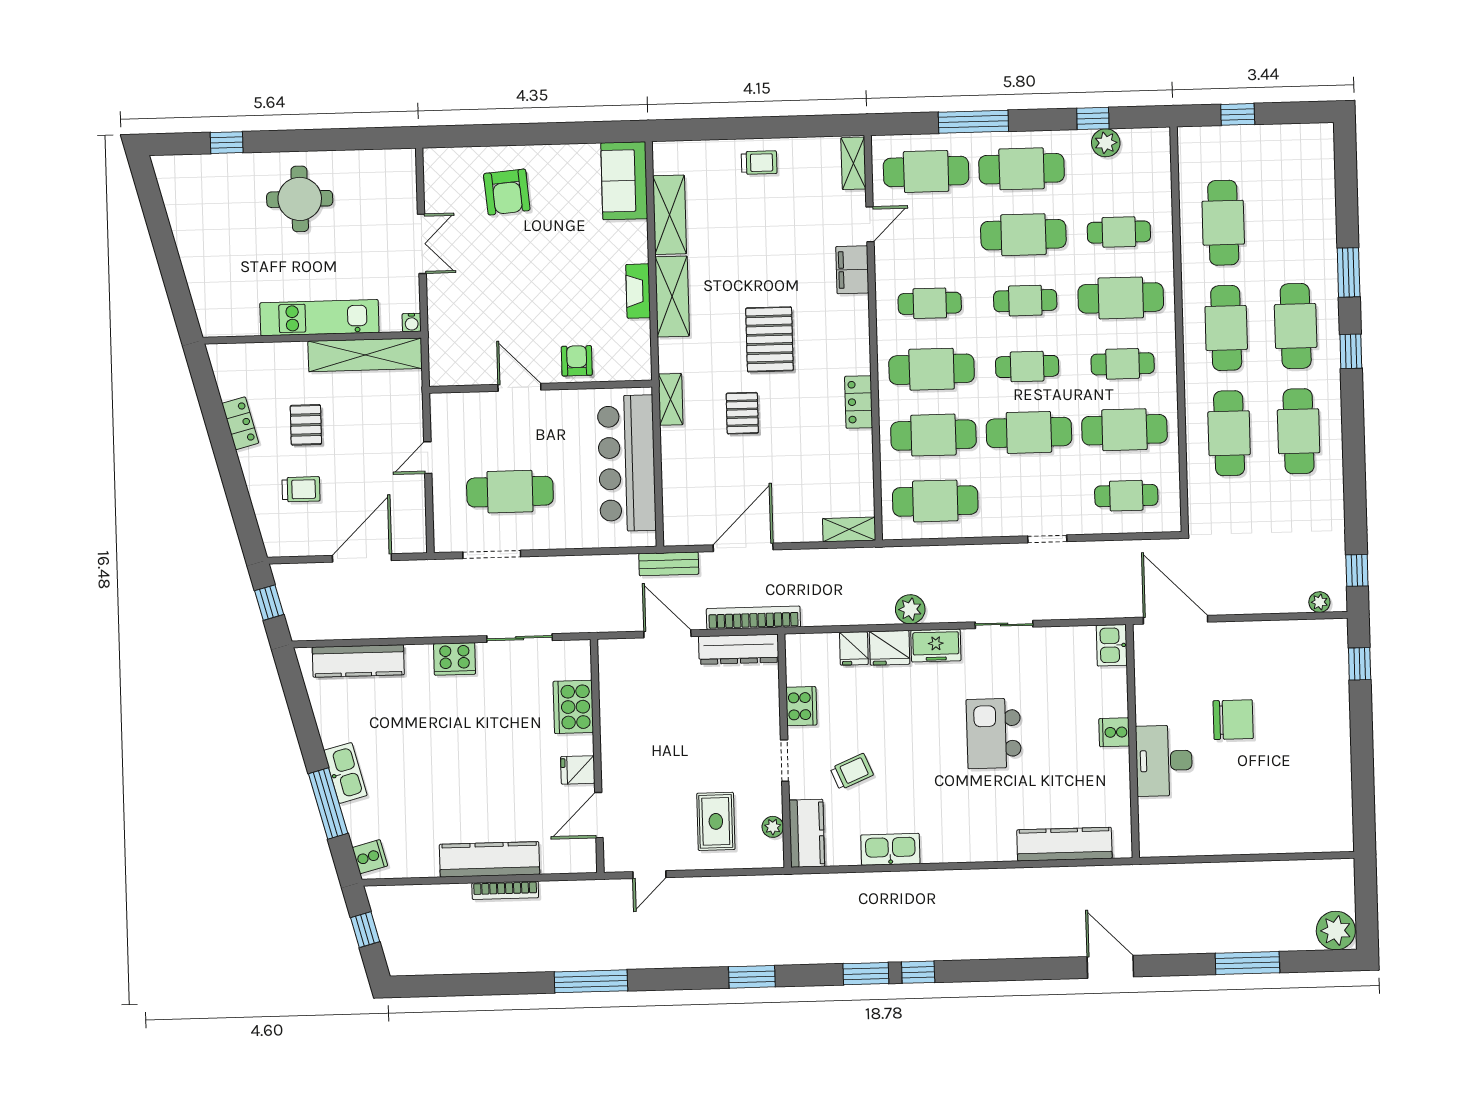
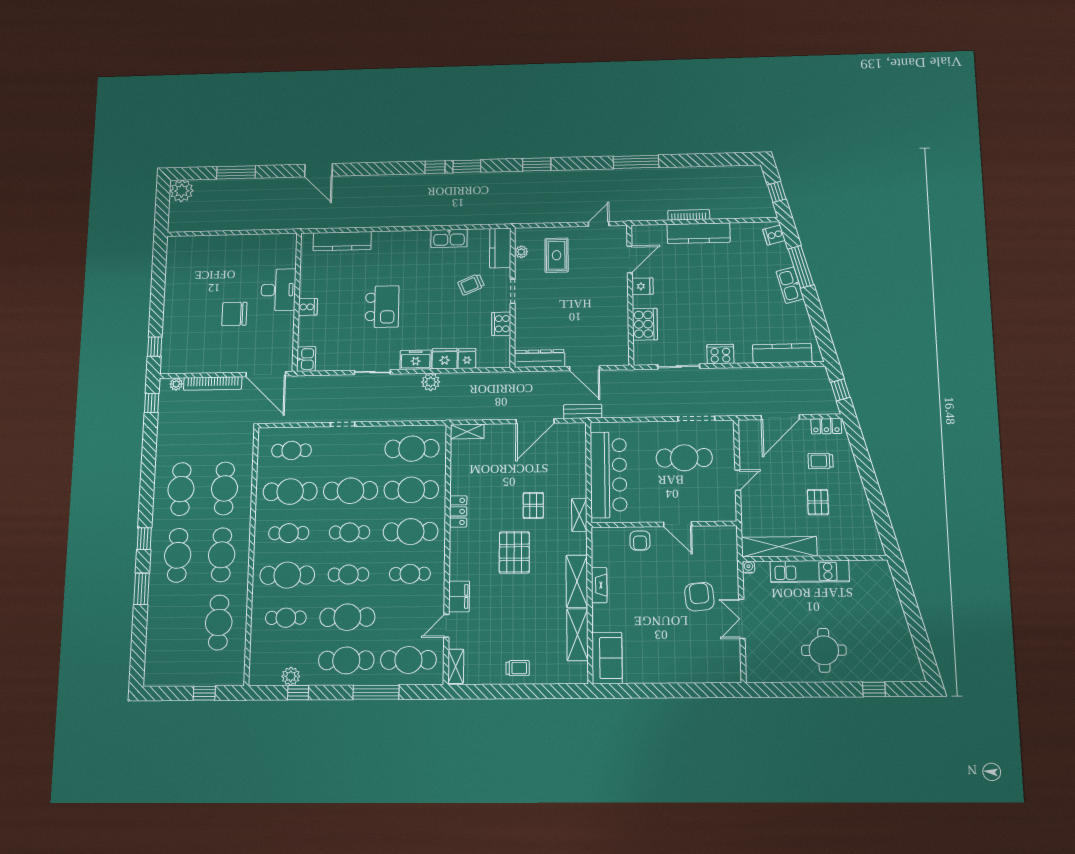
trolley: (759, 163) -> (518, 668), turned 180
armchair: (507, 192) -> (699, 597), moved
locker: (240, 423) -> (826, 426), moved, turned -75
bookcase: (753, 618) -> (213, 383), moved

